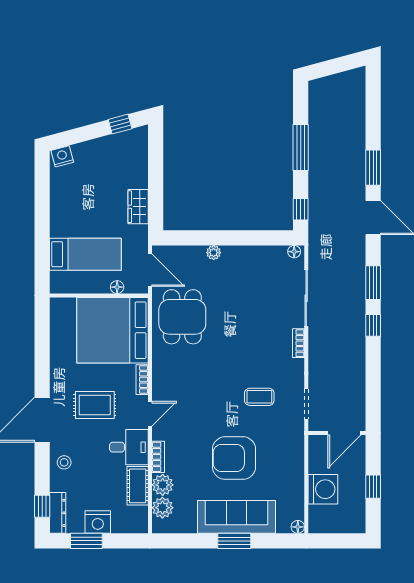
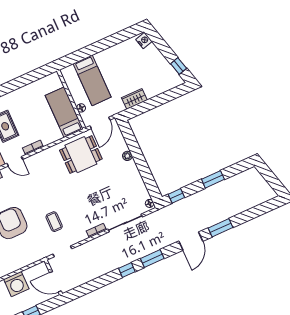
window: (301, 148) -> (213, 179), width x0.69
bed: (112, 330) -> (64, 112), width x0.49

